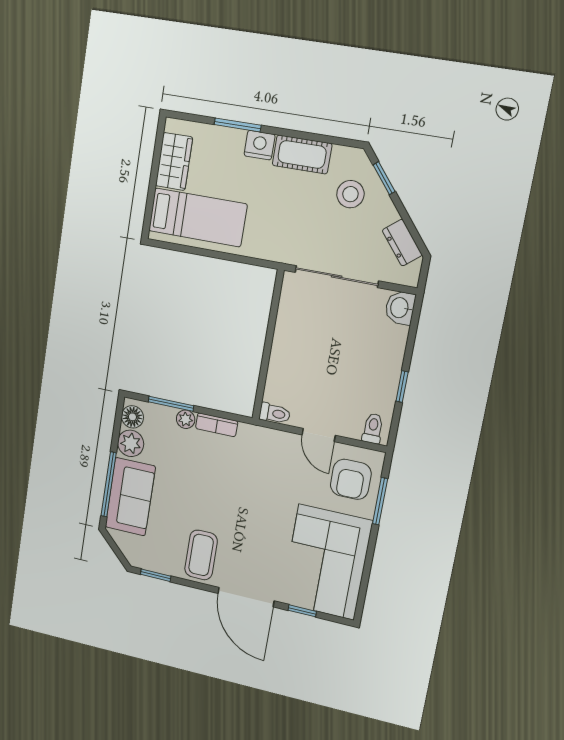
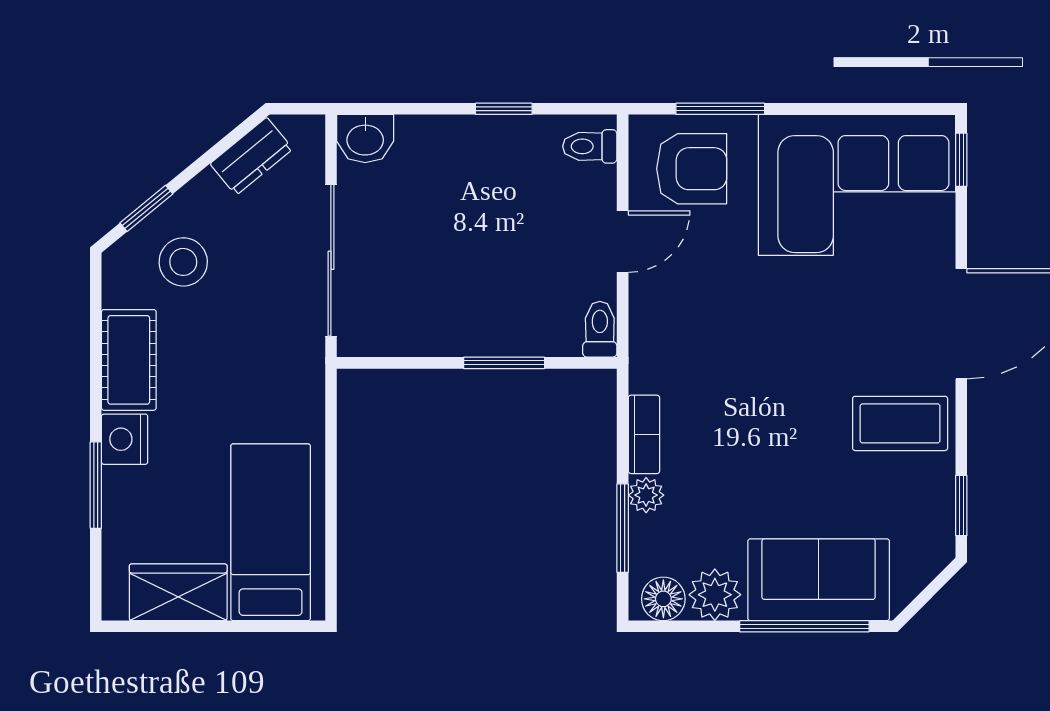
window: (266, 359) -> (504, 363), added
window: (302, 611) -> (961, 160), moved

